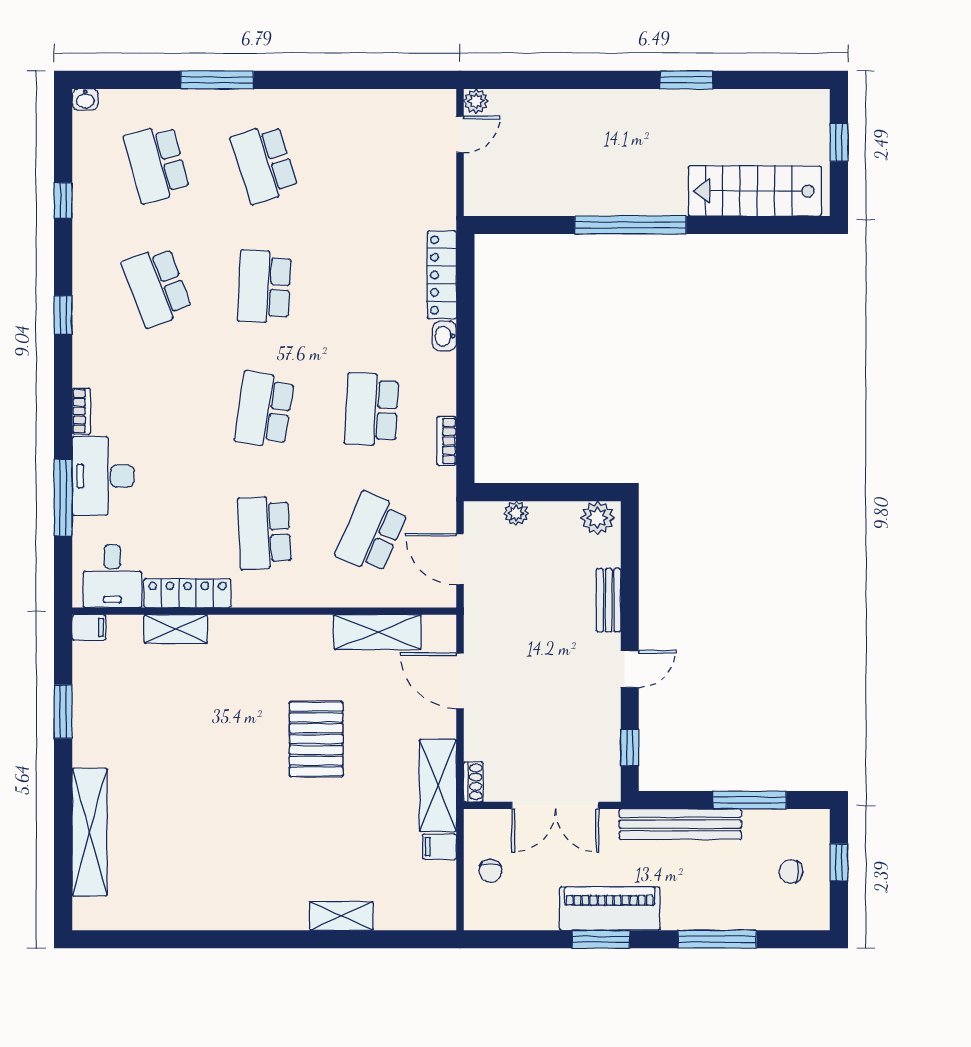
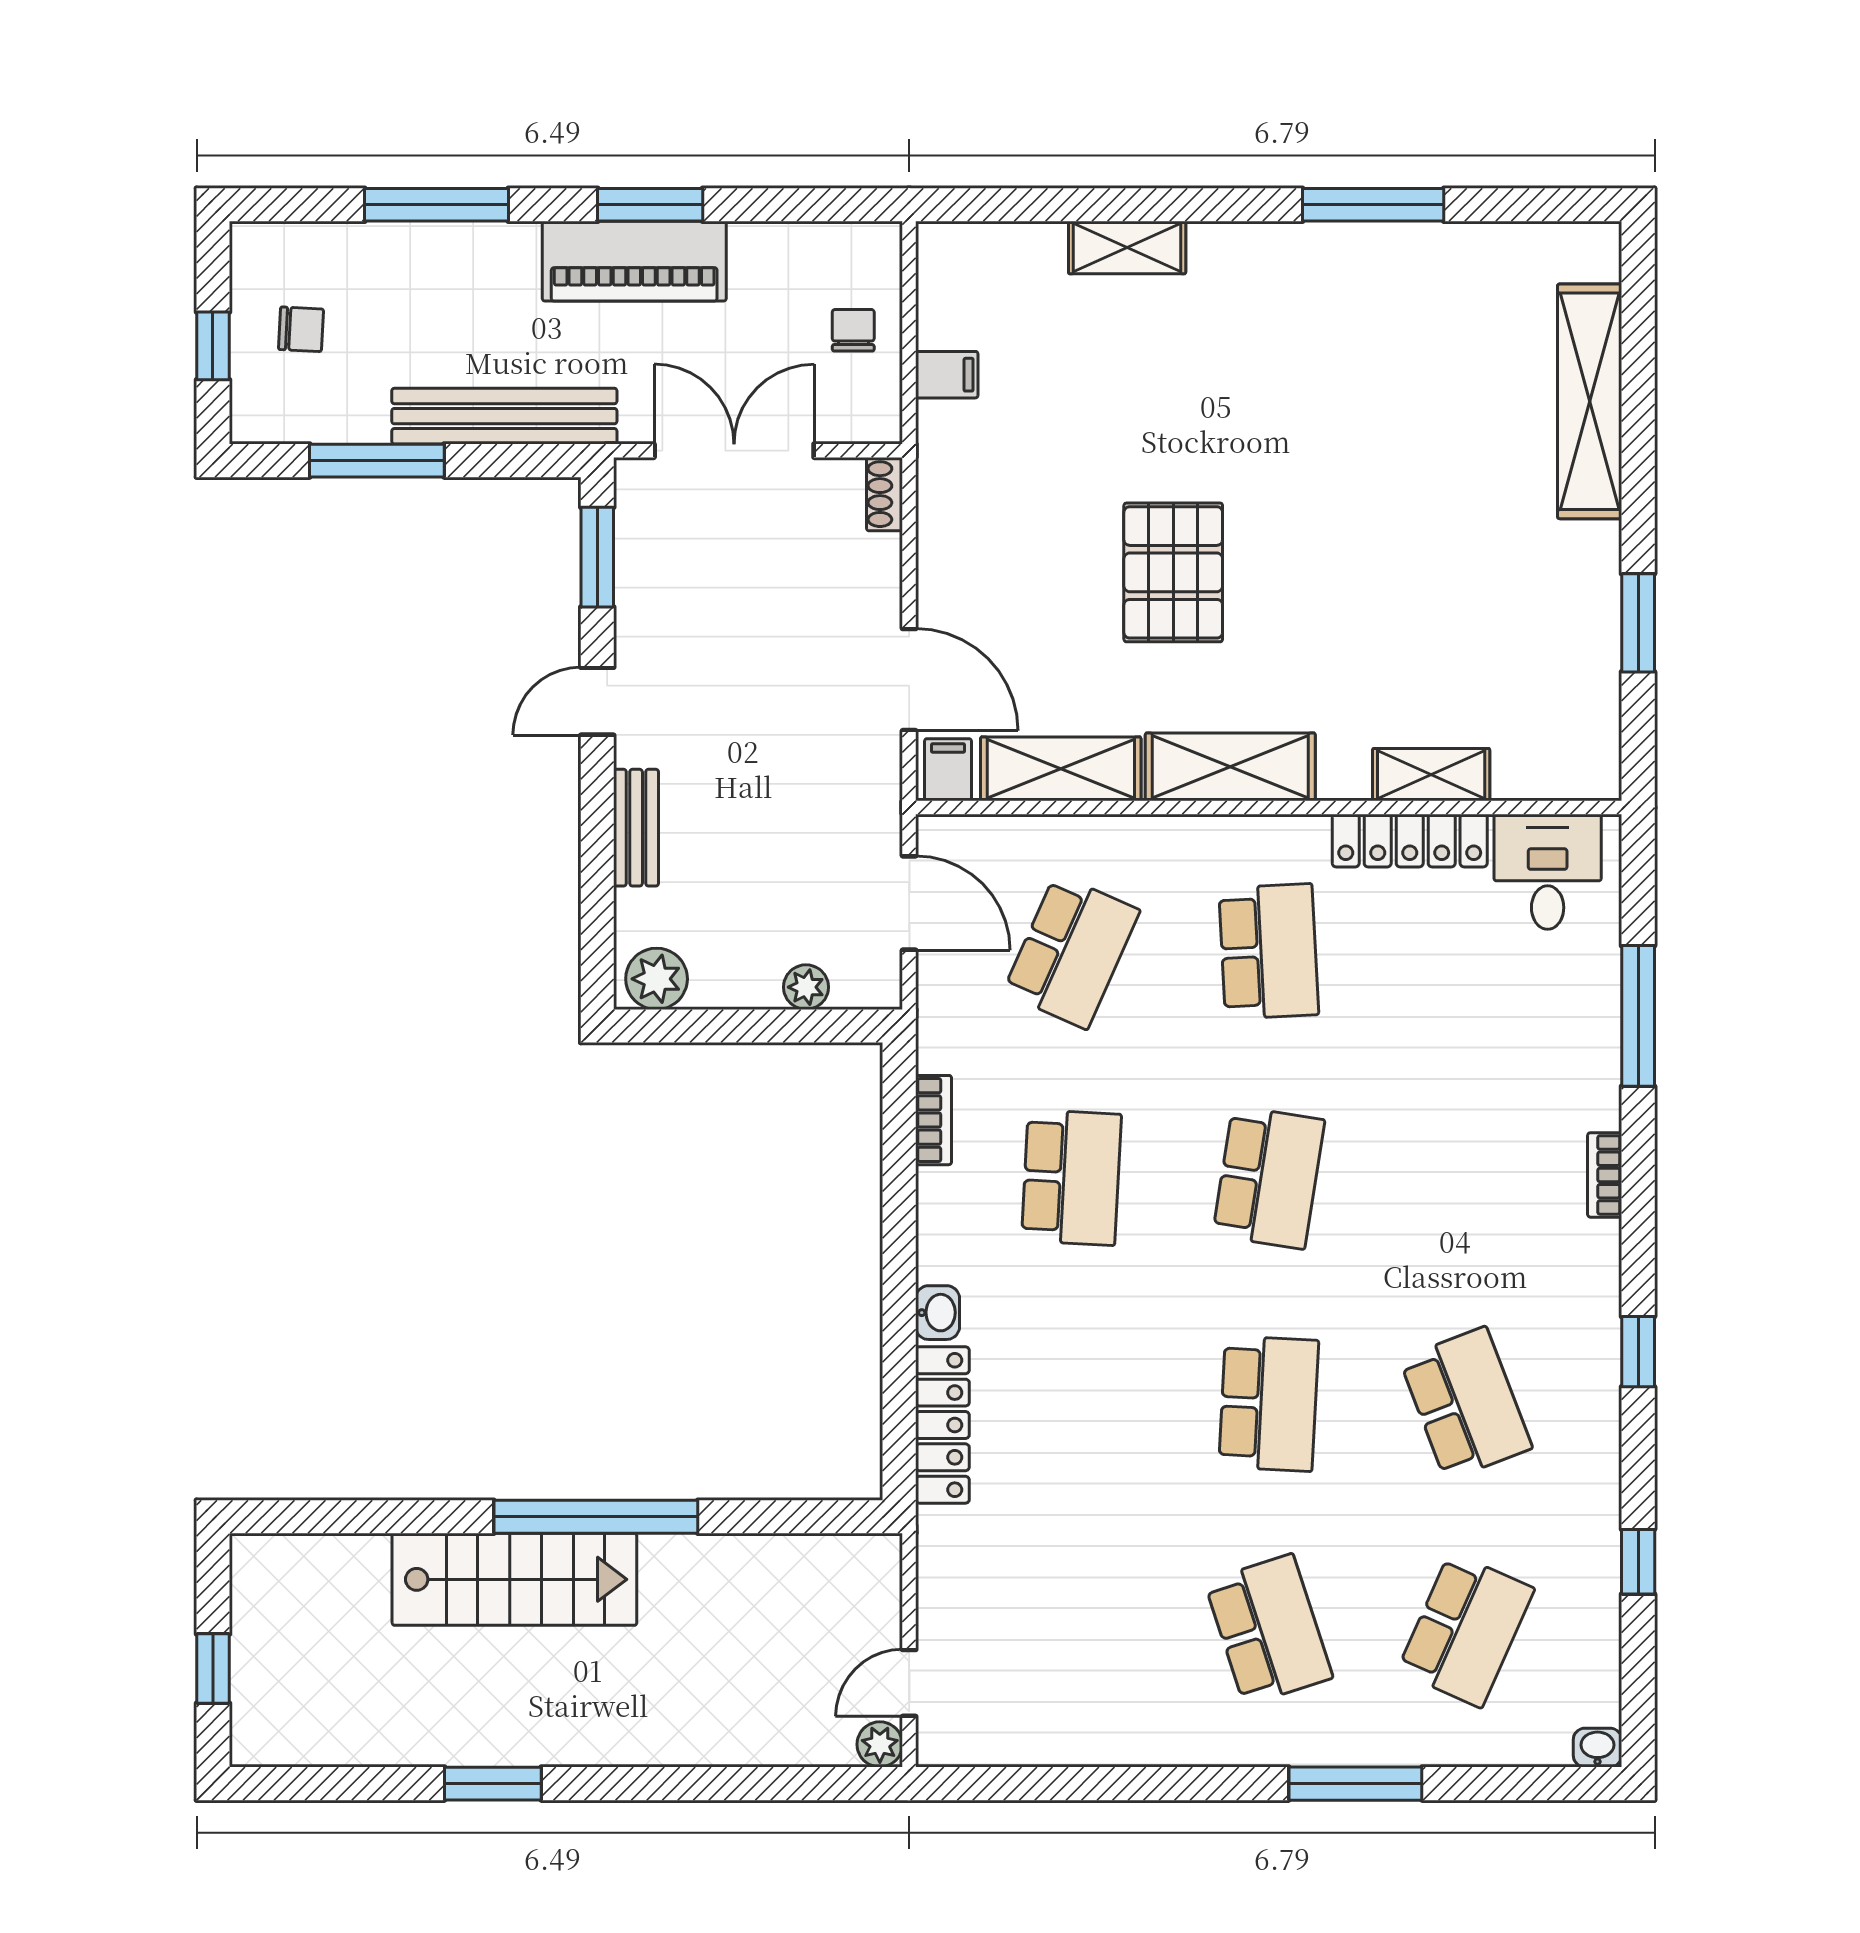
school desk: (157, 164) -> (1466, 1630), turned 39
stairs: (755, 191) -> (514, 1579), moved
desk: (103, 476) -> (1565, 1056), removed
filing cabinet: (89, 627) -> (948, 770), moved, turned 90
window: (630, 747) -> (597, 557), width x1.50
shelving: (438, 785) -> (1230, 767), moved, turned 90
window: (207, 939) -> (1373, 205), added

